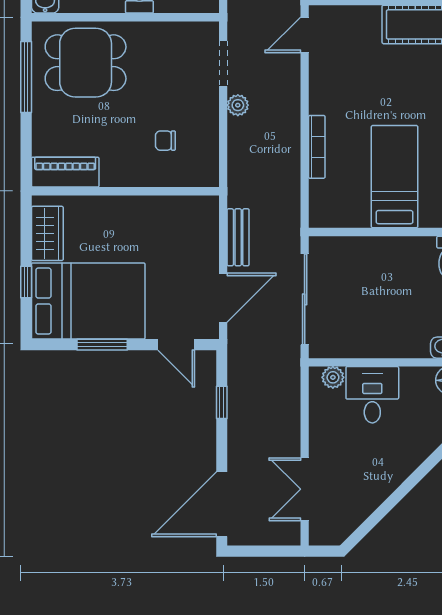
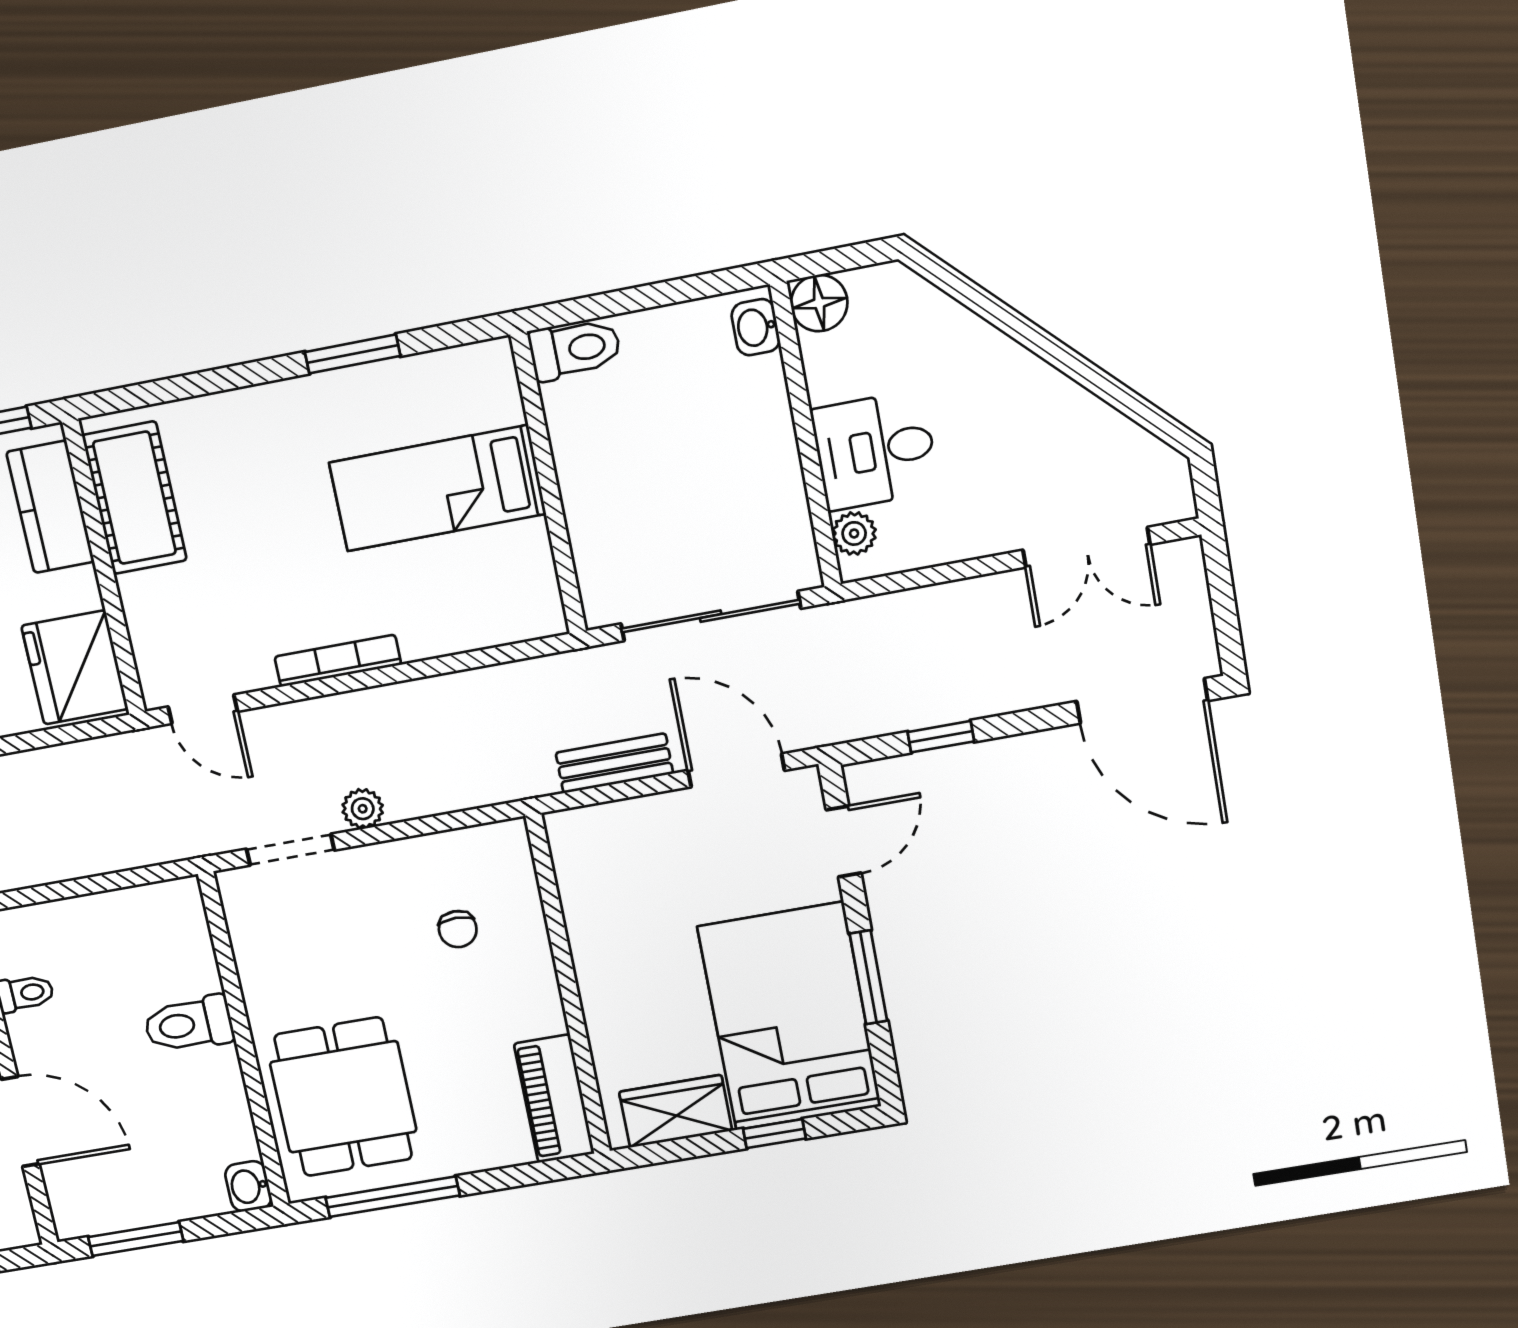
bookcase: (317, 147) -> (338, 661), moved

